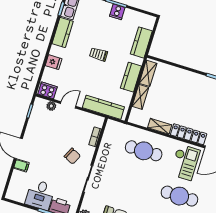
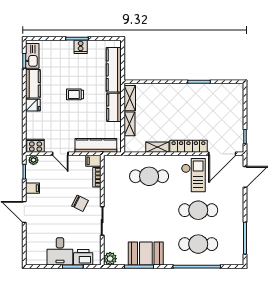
kitchen counter: (141, 42) -> (114, 70), width x1.50
fridge: (54, 62) -> (33, 105), moved
door: (68, 105) -> (60, 154), swing flipped
plant: (51, 106) -> (33, 160), moved
filing cabinet: (97, 121) -> (93, 161), added
filing cabinet: (21, 165) -> (33, 188), moved

